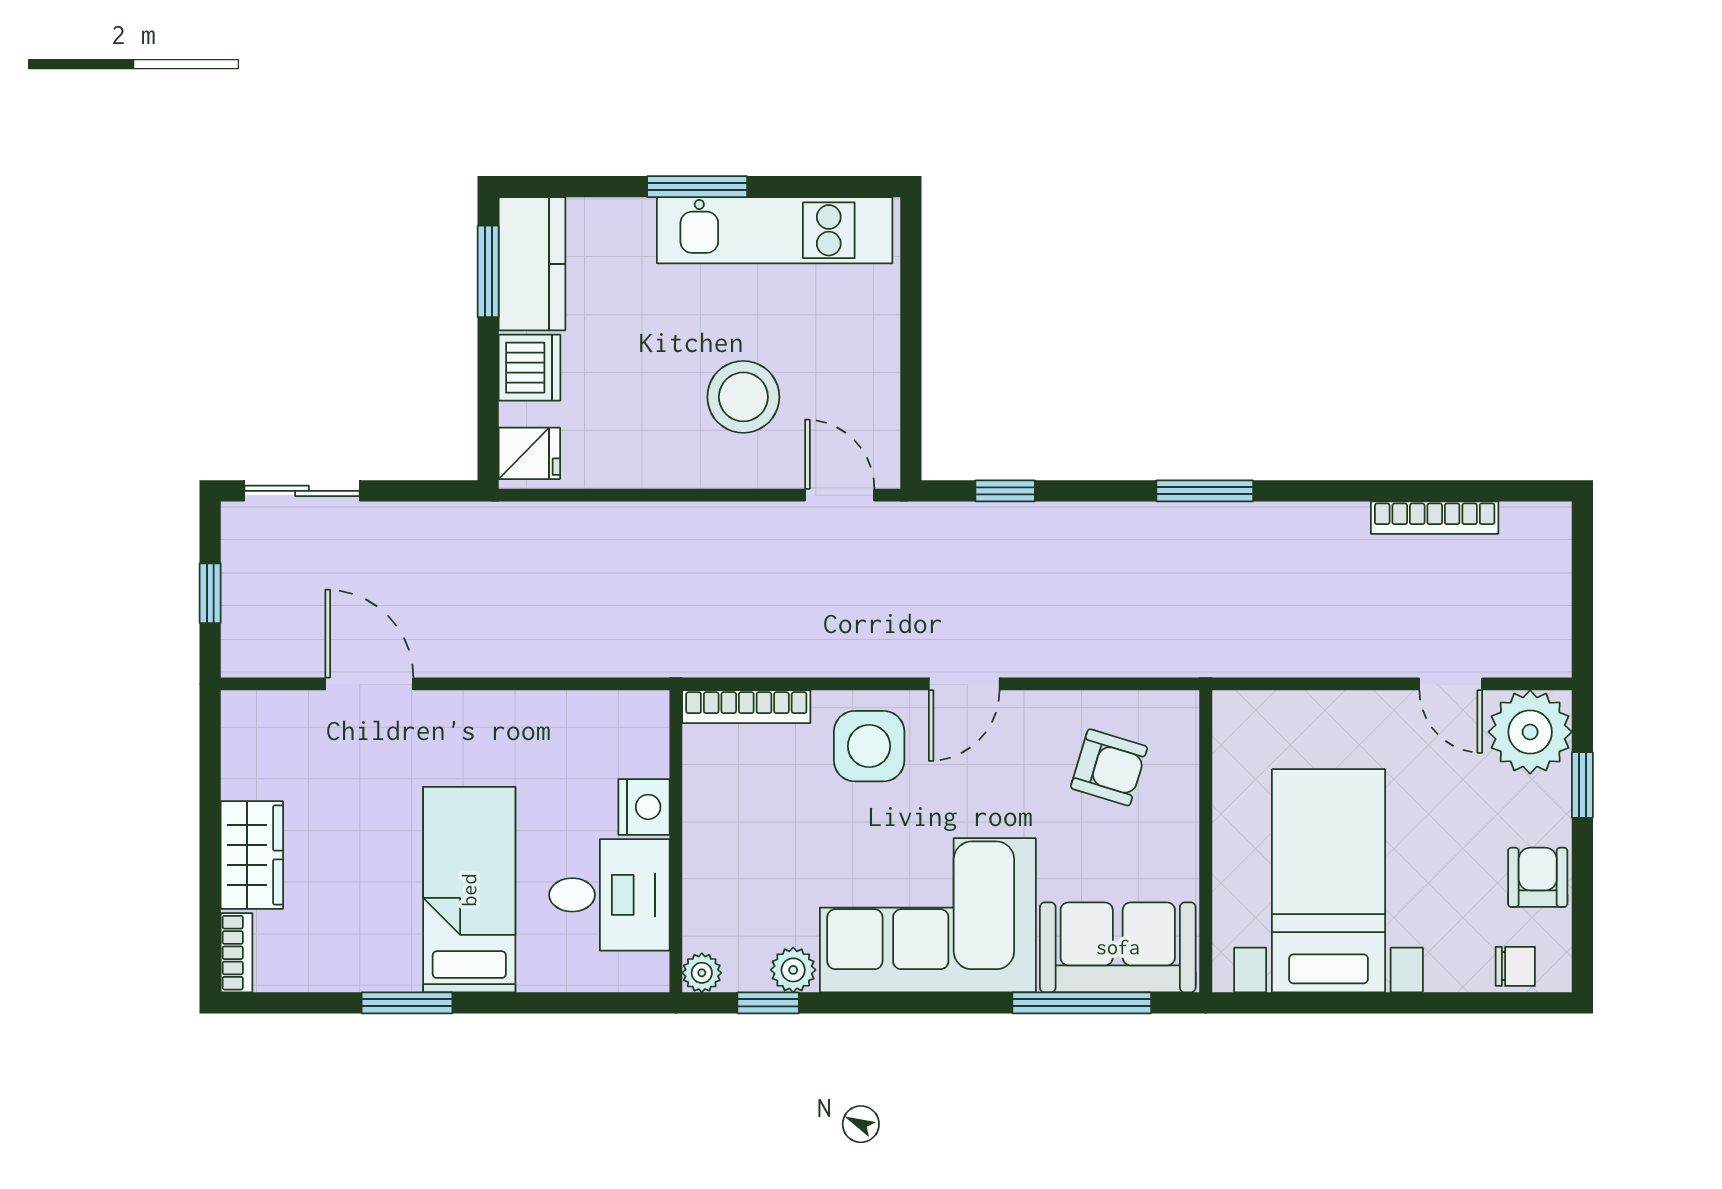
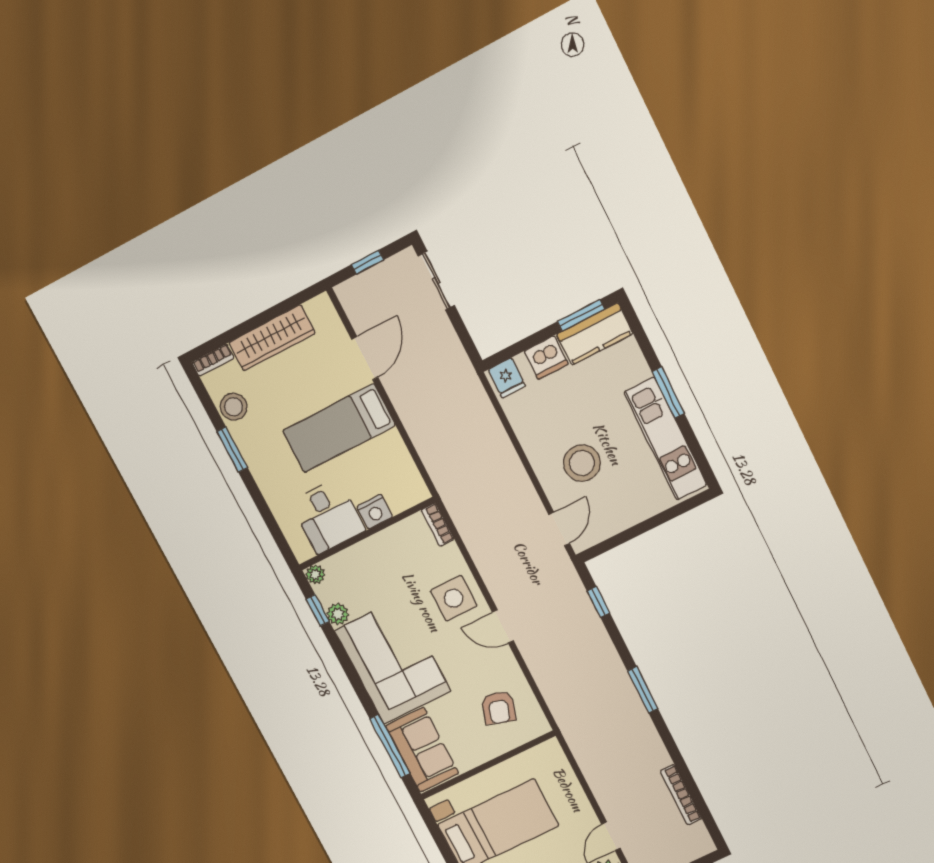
bookcase: (746, 707) -> (438, 525), width x0.64
wardrobe: (252, 855) -> (272, 338), width x1.50
bed: (469, 890) -> (339, 428), moved, turned 180
stool: (335, 960) -> (234, 407), added

